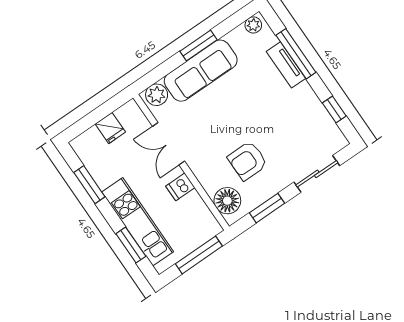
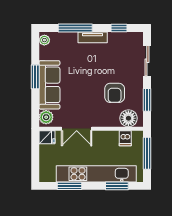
tv unit: (286, 65) -> (93, 37), moved
fridge: (110, 128) -> (47, 137), moved
dishwasher: (180, 187) -> (125, 138), moved
kitchen unit: (138, 222) -> (96, 174), width x1.36

